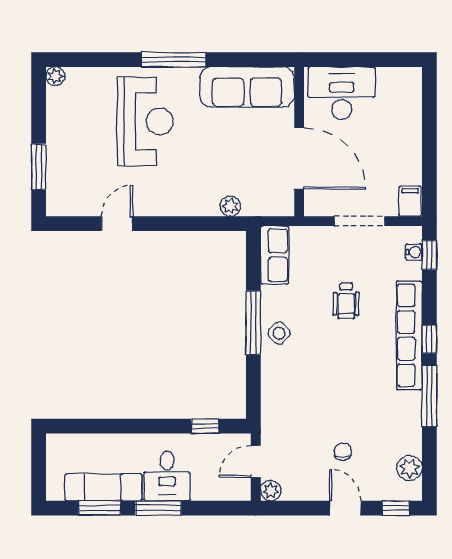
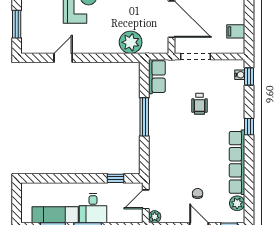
filing cabinet: (410, 201) -> (236, 31), moved, turned -90
plant: (230, 206) -> (131, 42), width x1.88, depth x1.88
doorway: (359, 221) -> (195, 56), moved
side table: (279, 333) -> (160, 123), removed
row of seats: (409, 335) -> (237, 162), moved
window: (429, 396) -> (249, 160), removed

